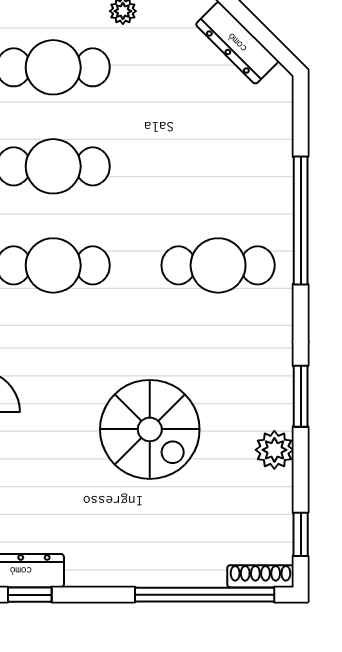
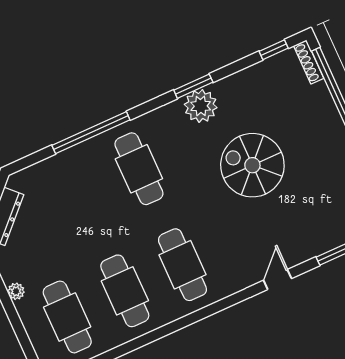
spiral stairs: (150, 429) -> (252, 165), turned -90
plant: (274, 450) -> (201, 106), moved, width x1.36, depth x1.36

